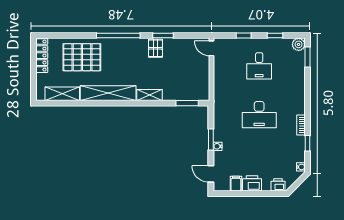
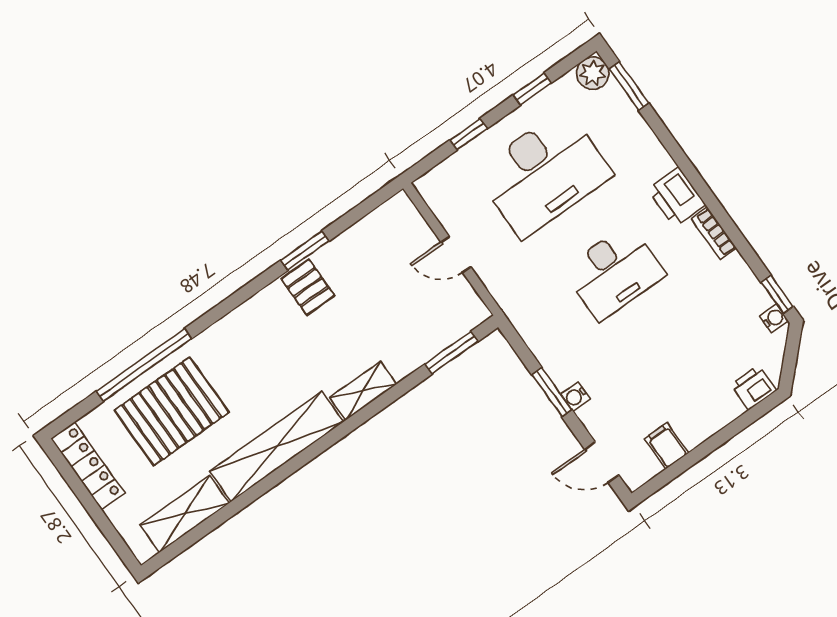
window: (118, 36) -> (144, 365), moved
door: (212, 48) -> (456, 254), moved
desk: (259, 66) -> (544, 173), width x1.87, depth x1.30
window: (307, 143) -> (777, 294), moved
printer: (252, 183) -> (677, 197), moved, turned -90

